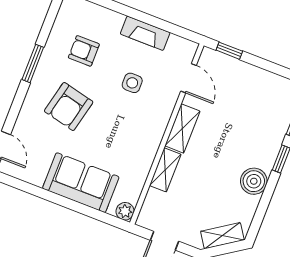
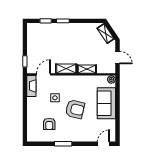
fireplace: (145, 33) -> (31, 86), moved
armchair: (69, 107) -> (75, 109), moved
boiler: (254, 181) -> (77, 29), removed

